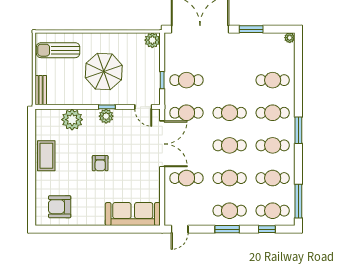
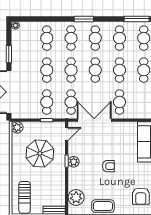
parasol: (104, 72) -> (40, 153), moved
cafe table: (230, 80) -> (47, 70), added
plant: (72, 120) -> (76, 197), moved

